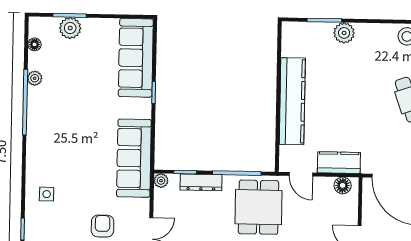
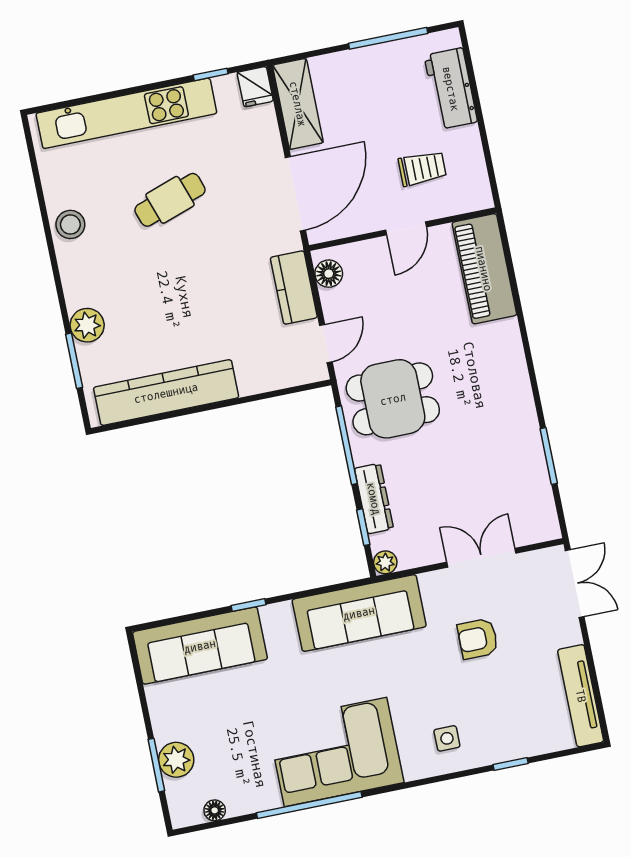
plant: (35, 78) -> (268, 798), removed
kitchen counter: (292, 101) -> (166, 393), moved
corner sofa: (53, 125) -> (336, 752), added

